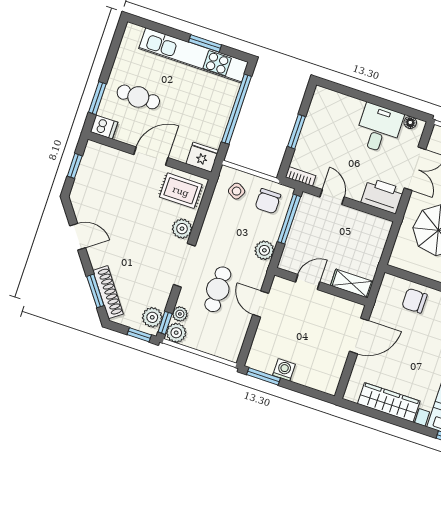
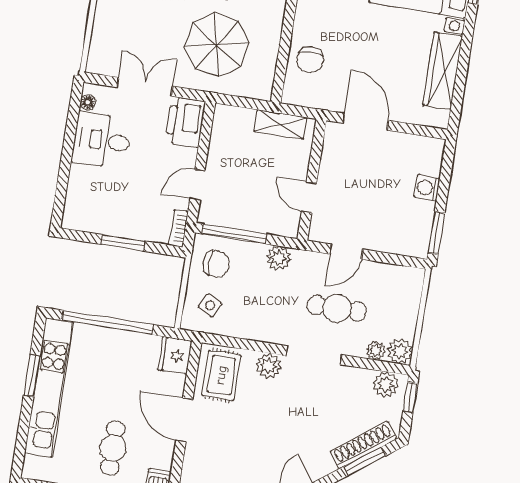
shelving: (352, 284) -> (280, 124), moved, turned 90
window: (165, 323) -> (390, 367), removed
washing machine: (284, 370) -> (427, 188), moved

